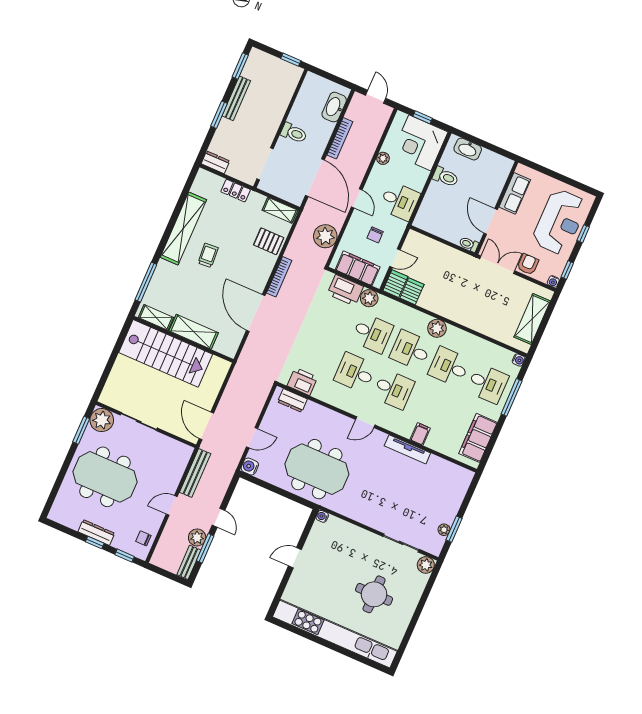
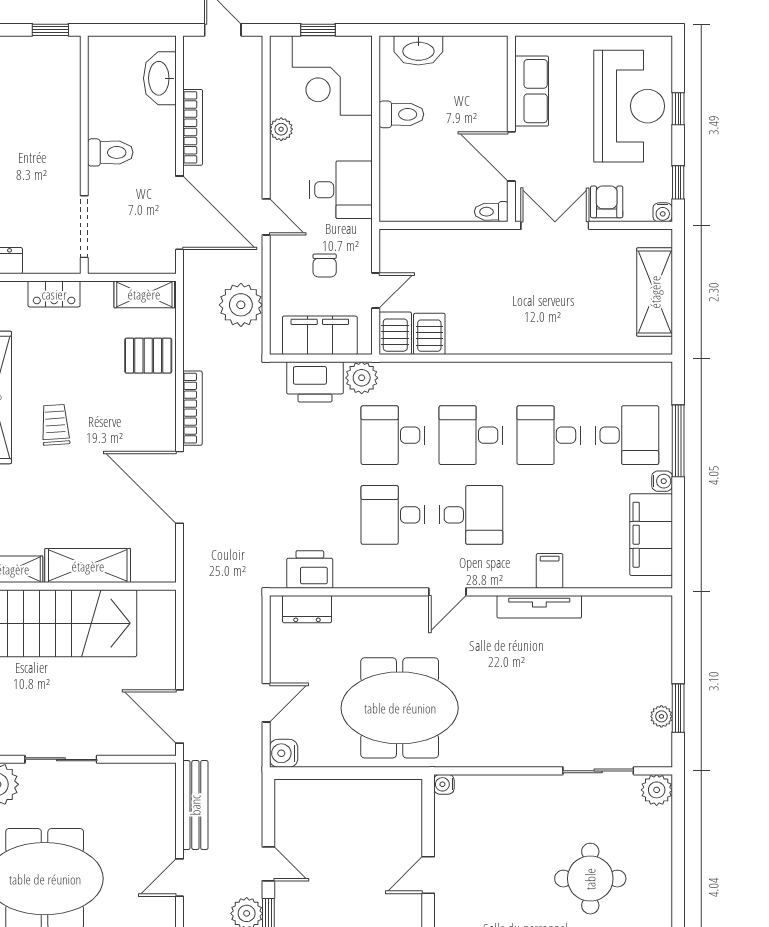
plant: (437, 328) -> (500, 379), removed
desk: (372, 333) -> (393, 435), turned 180
water cooler: (519, 360) -> (662, 481), moved

